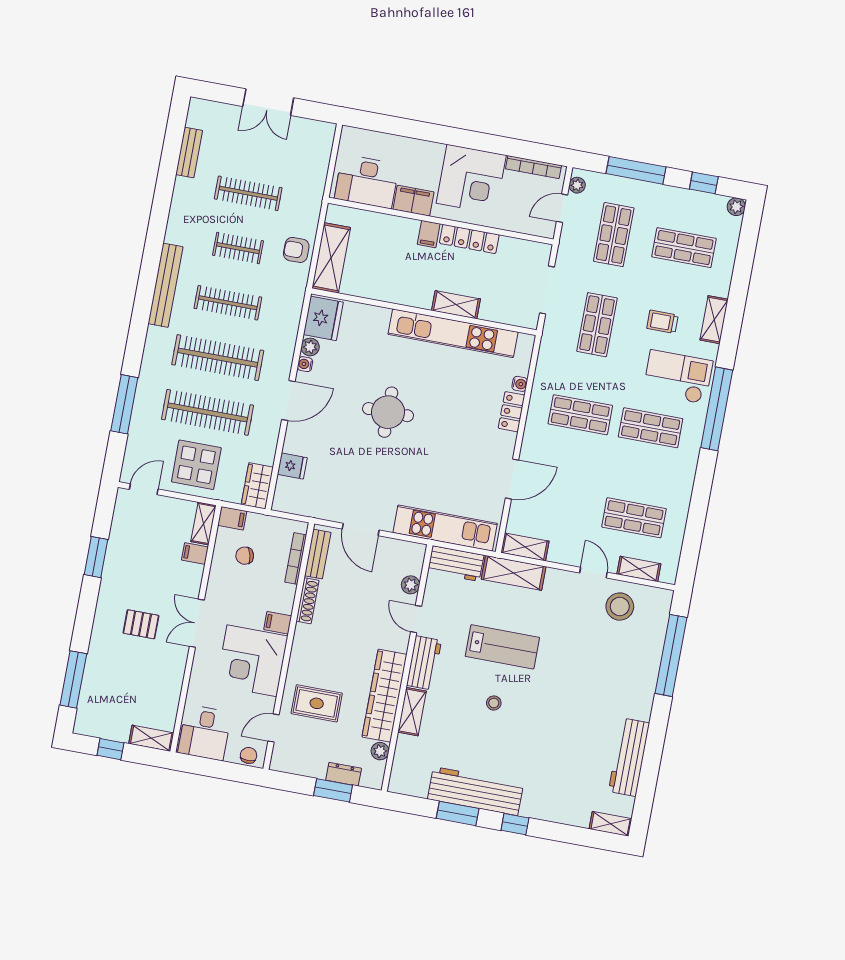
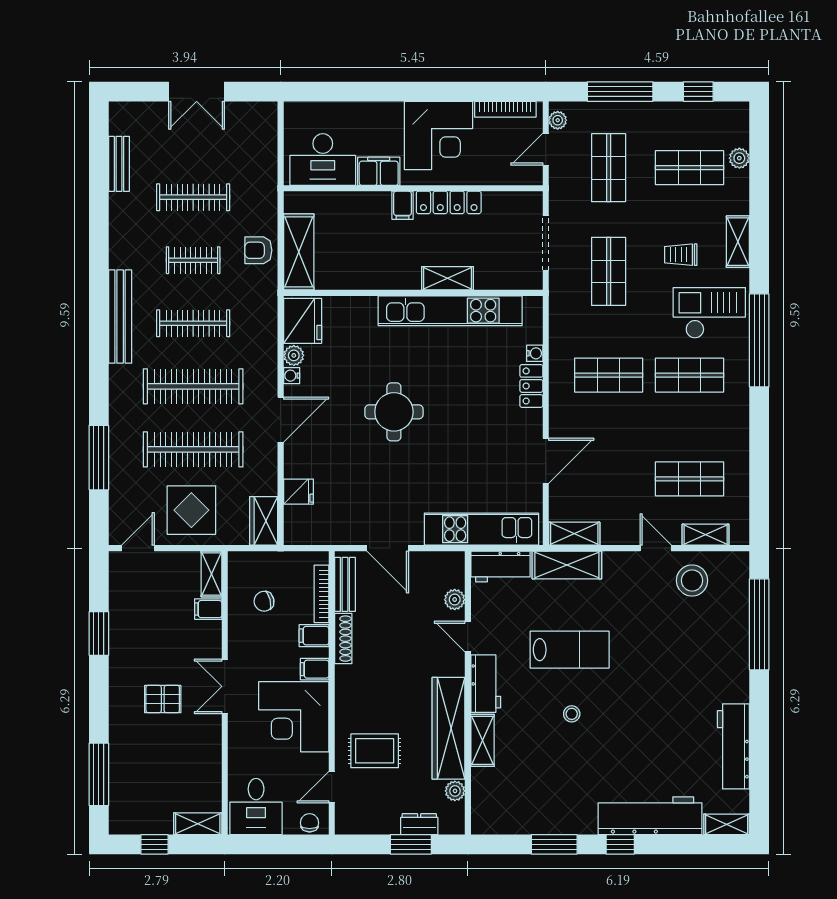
plant: (736, 207) -> (739, 158), moved
filing cabinet: (232, 518) -> (314, 636), moved, turned 180
workbench: (476, 791) -> (650, 816), moved

